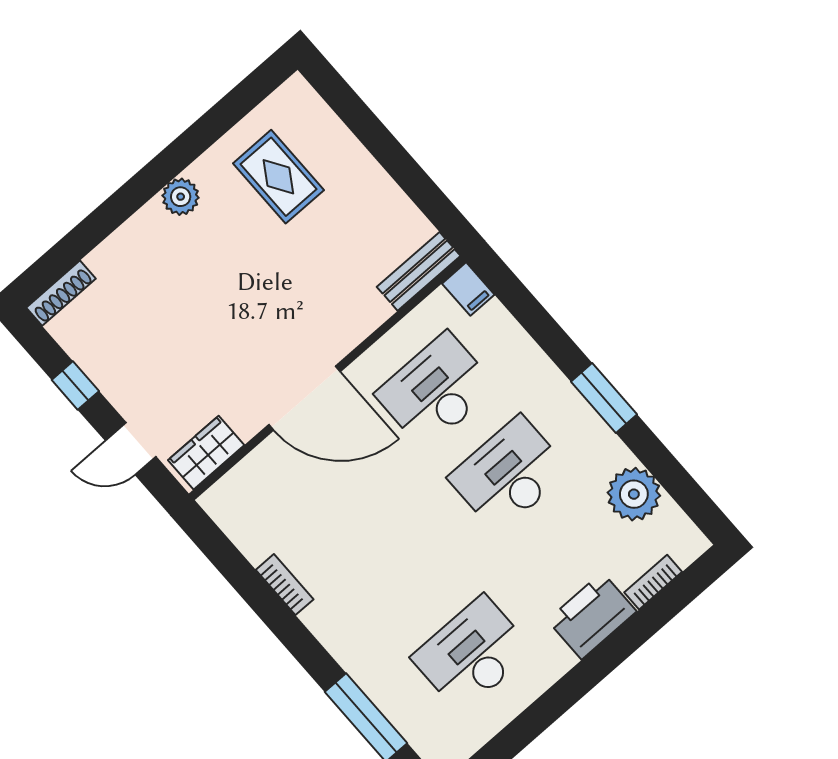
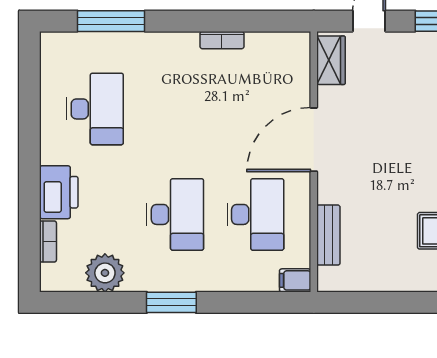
bench: (419, 271) -> (328, 235), moved

